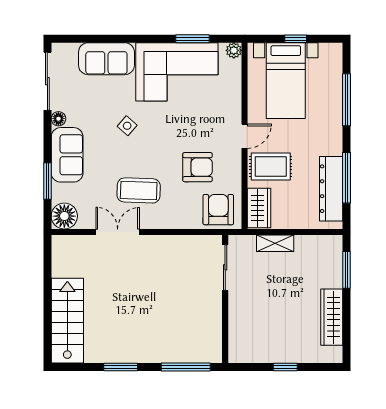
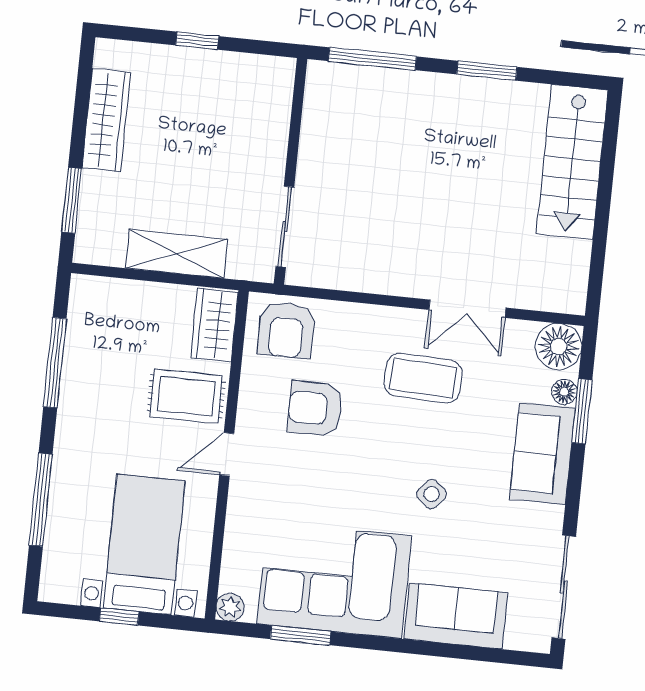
floor lamp: (58, 119) -> (564, 392), moved
dresser: (331, 189) -> (84, 346), removed
shelving: (275, 243) -> (177, 254), width x1.50, depth x1.33

